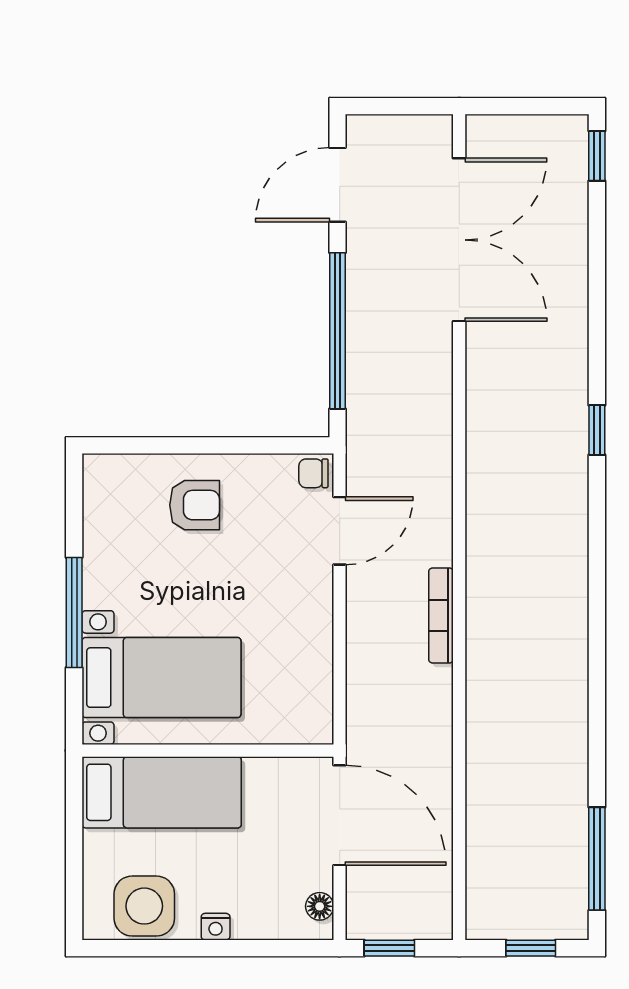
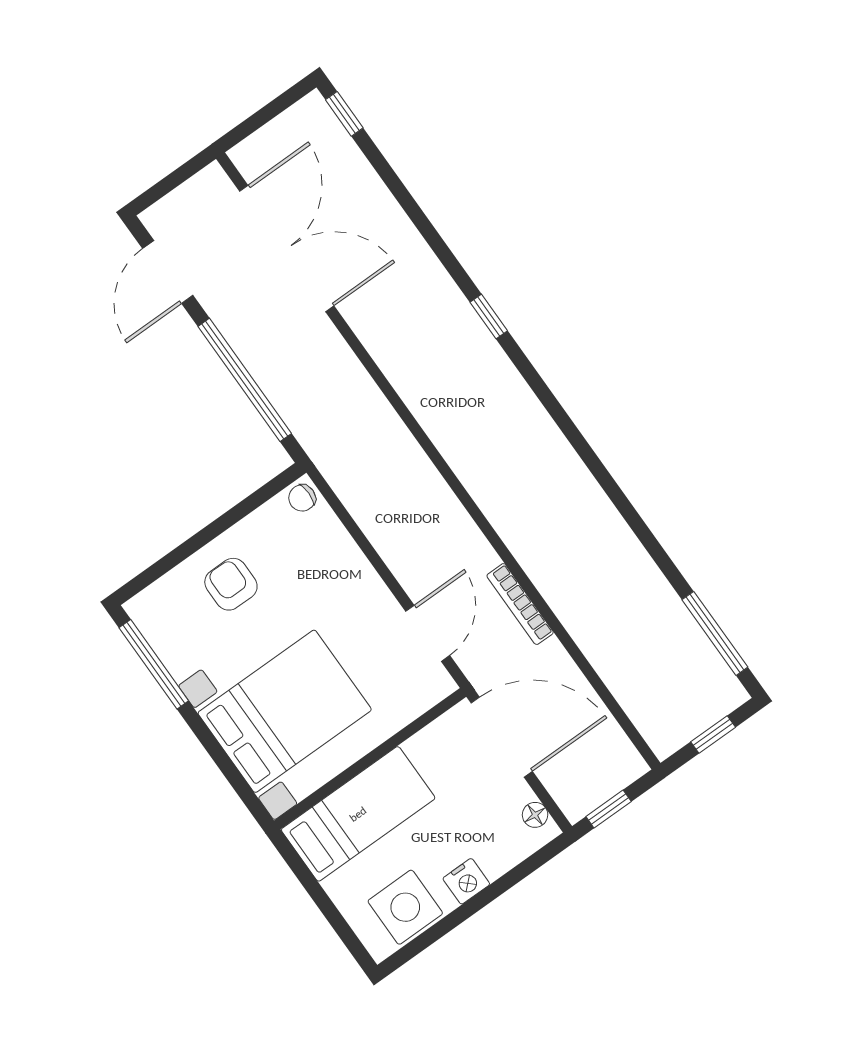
armchair: (195, 505) -> (231, 584), turned -90
door: (340, 531) -> (428, 633), moved
window: (74, 613) -> (154, 664), moved
bookcase: (441, 615) -> (520, 604), moved
bed with nightstands: (161, 678) -> (285, 711), width x1.36
nightstand: (216, 927) -> (466, 881), width x1.39, depth x1.35

